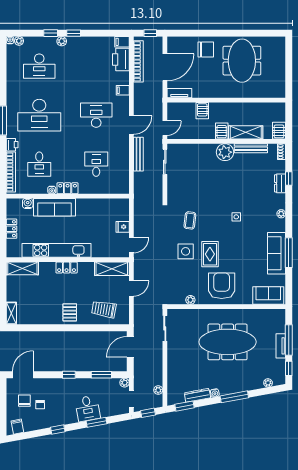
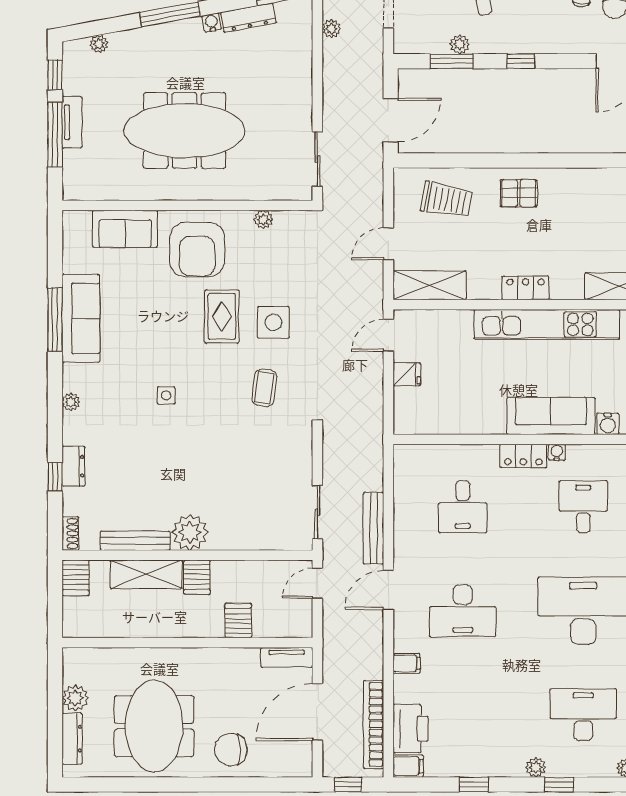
window: (74, 33) -> (474, 784), moved
dresser: (281, 55) -> (72, 739), added
plant: (279, 74) -> (75, 698), added
sofa: (268, 296) -> (125, 229), moved
pallet: (70, 312) -> (519, 193), turned 90
plant: (125, 383) -> (460, 44), moved

